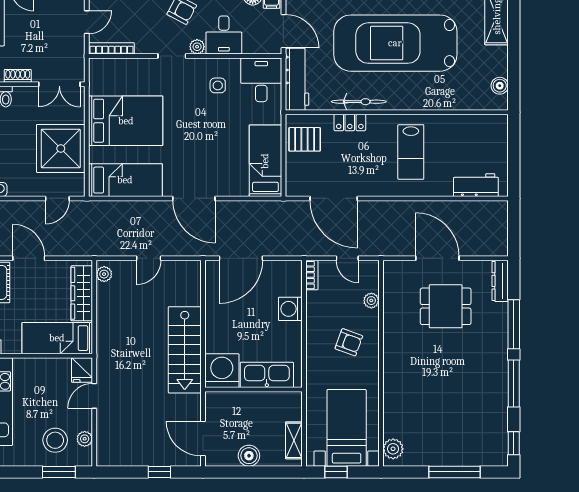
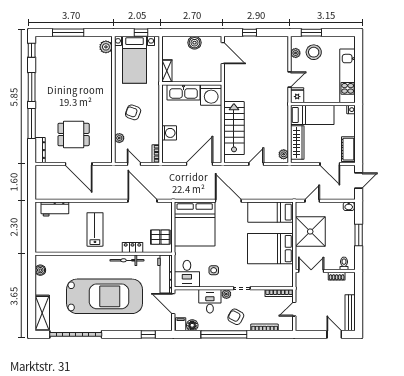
bed: (265, 161) -> (195, 224), width x2.04
stairs: (185, 350) -> (234, 128), moved
shelving: (294, 440) -> (167, 71), moved

